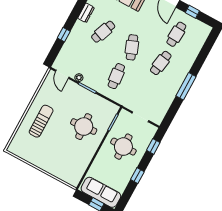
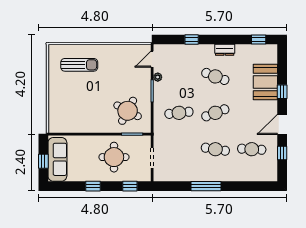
sun lounger: (41, 121) -> (79, 65), moved
round table: (84, 127) -> (128, 111), moved, turned 32

